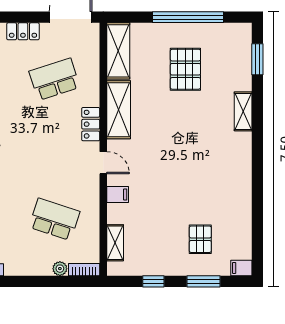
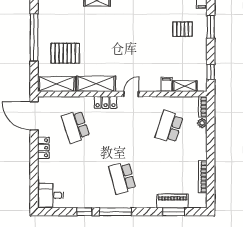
pallet: (185, 69) -> (65, 53), moved
filing cabinet: (118, 195) -> (166, 84), moved
window: (153, 281) -> (211, 72), moved

